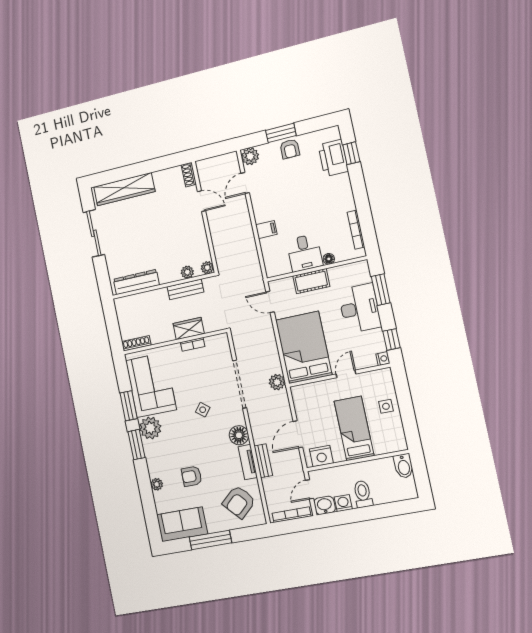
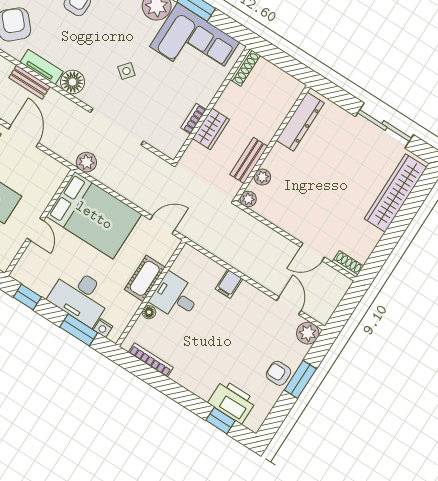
nightstand: (383, 359) -> (103, 328), moved

